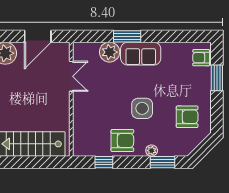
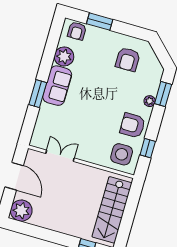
plant: (110, 52) -> (64, 56), moved
side table: (142, 108) -> (122, 154), moved
armchair: (187, 117) -> (128, 59), turned 180
armchair: (122, 140) -> (133, 125), turned -90

